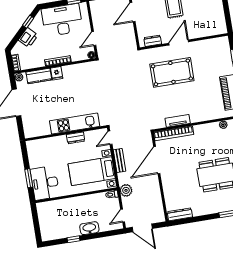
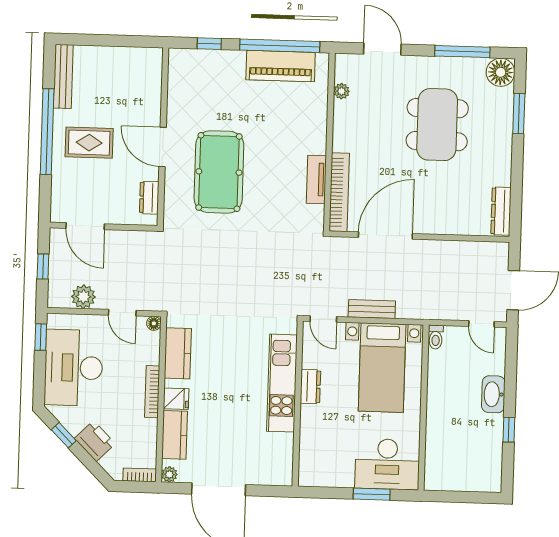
kitchen counter: (79, 70) -> (178, 353), added
door: (157, 160) -> (385, 236), swing flipped
plant: (126, 190) -> (83, 297), moved

